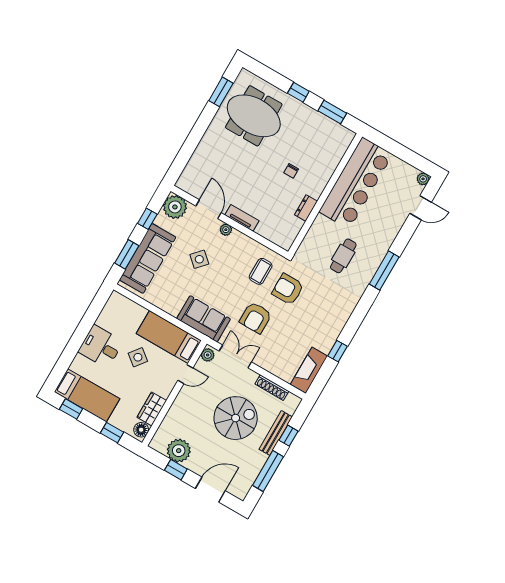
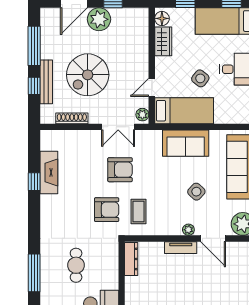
dresser: (306, 208) -> (131, 259), moved, width x1.44
armchair: (256, 318) -> (120, 170), turned 90
sofa: (204, 319) -> (186, 143), moved
fireplace: (309, 370) -> (49, 172), moved
plant: (179, 451) -> (99, 19), moved

